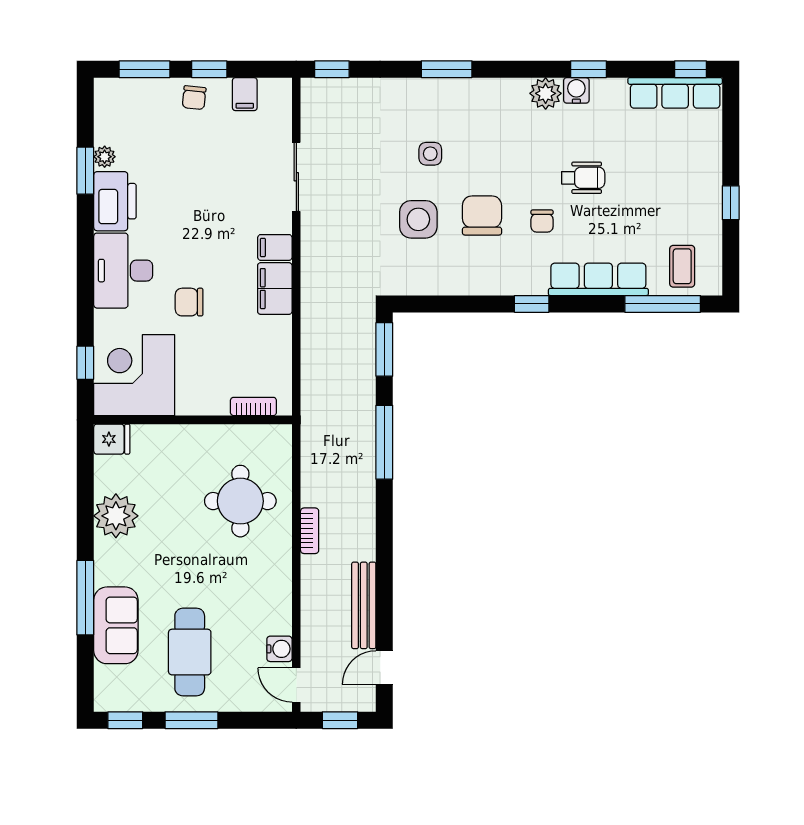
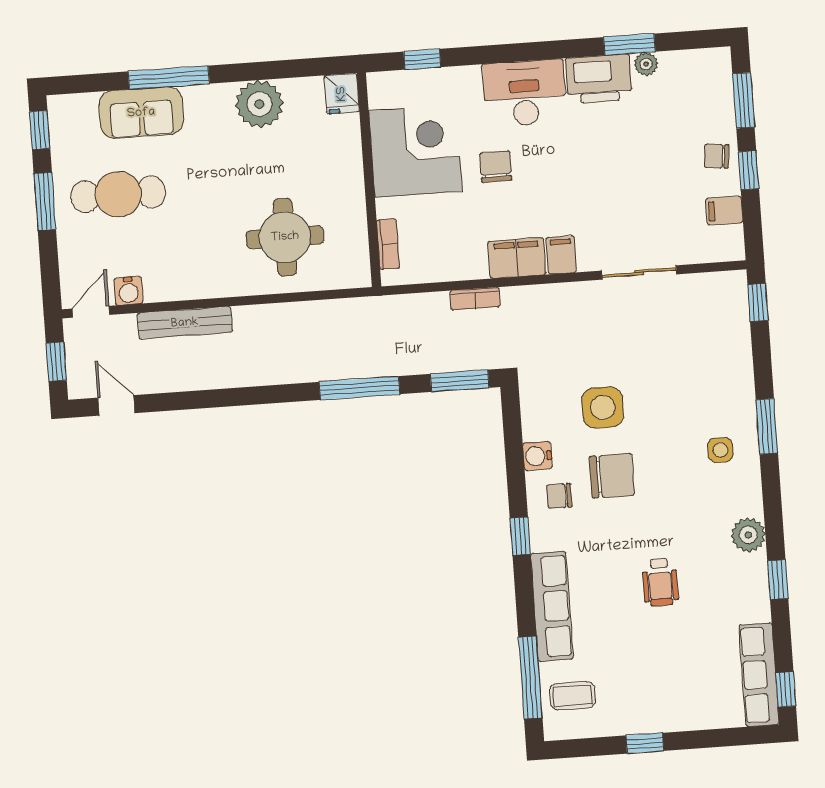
water cooler: (576, 90) -> (537, 456), moved, turned 180
side table: (430, 154) -> (720, 450), moved
chair: (542, 221) -> (559, 496), moved
corner desk: (134, 375) -> (415, 151), moved
bookcase: (310, 531) -> (475, 299), moved
bench: (364, 605) -> (185, 323), moved

